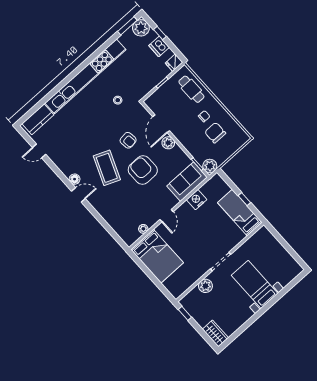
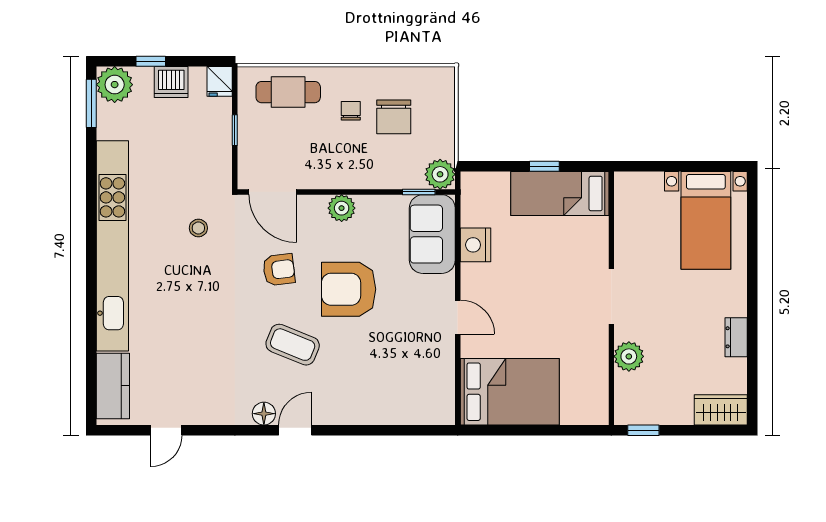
door: (161, 124) -> (273, 192), moved
chair: (215, 133) -> (394, 117), turned -90
coffee table: (107, 168) -> (293, 345), width x0.73, depth x0.76
plant: (143, 229) -> (445, 374), removed
bed with nightstands: (255, 284) -> (706, 220), moved, turned -90
dresser: (245, 317) -> (736, 337), added

